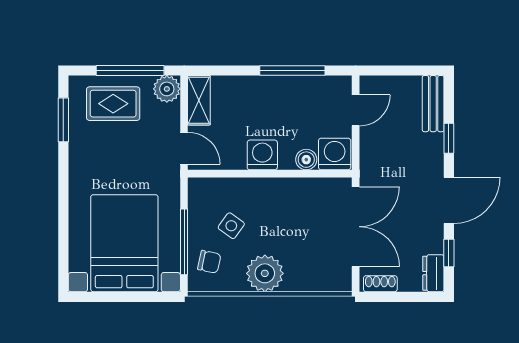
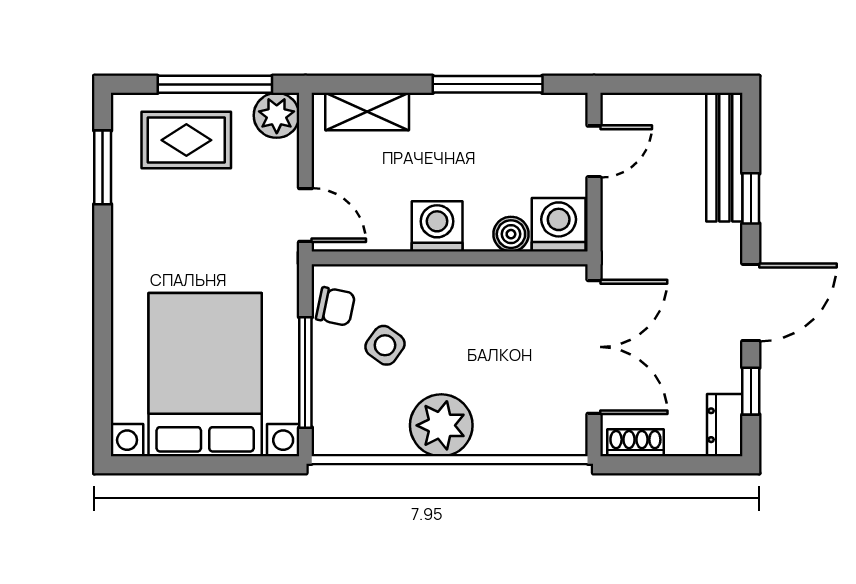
shelving: (199, 100) -> (367, 111), moved, turned 90
bench: (433, 104) -> (724, 157), width x1.36
chair: (209, 262) -> (335, 306), moved

